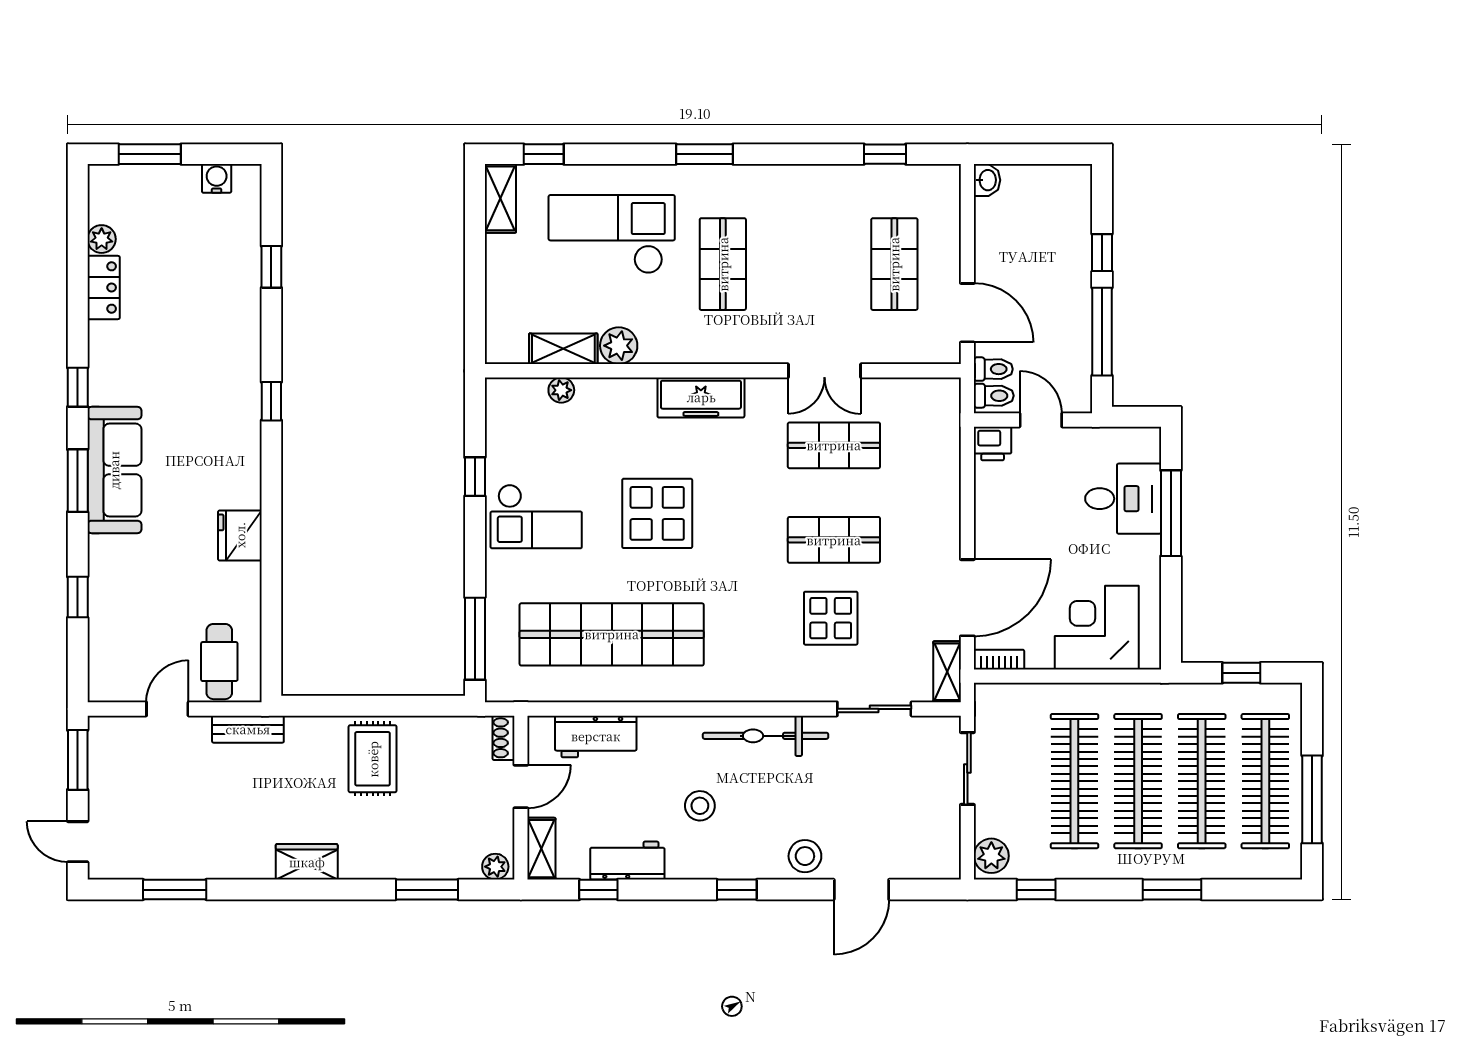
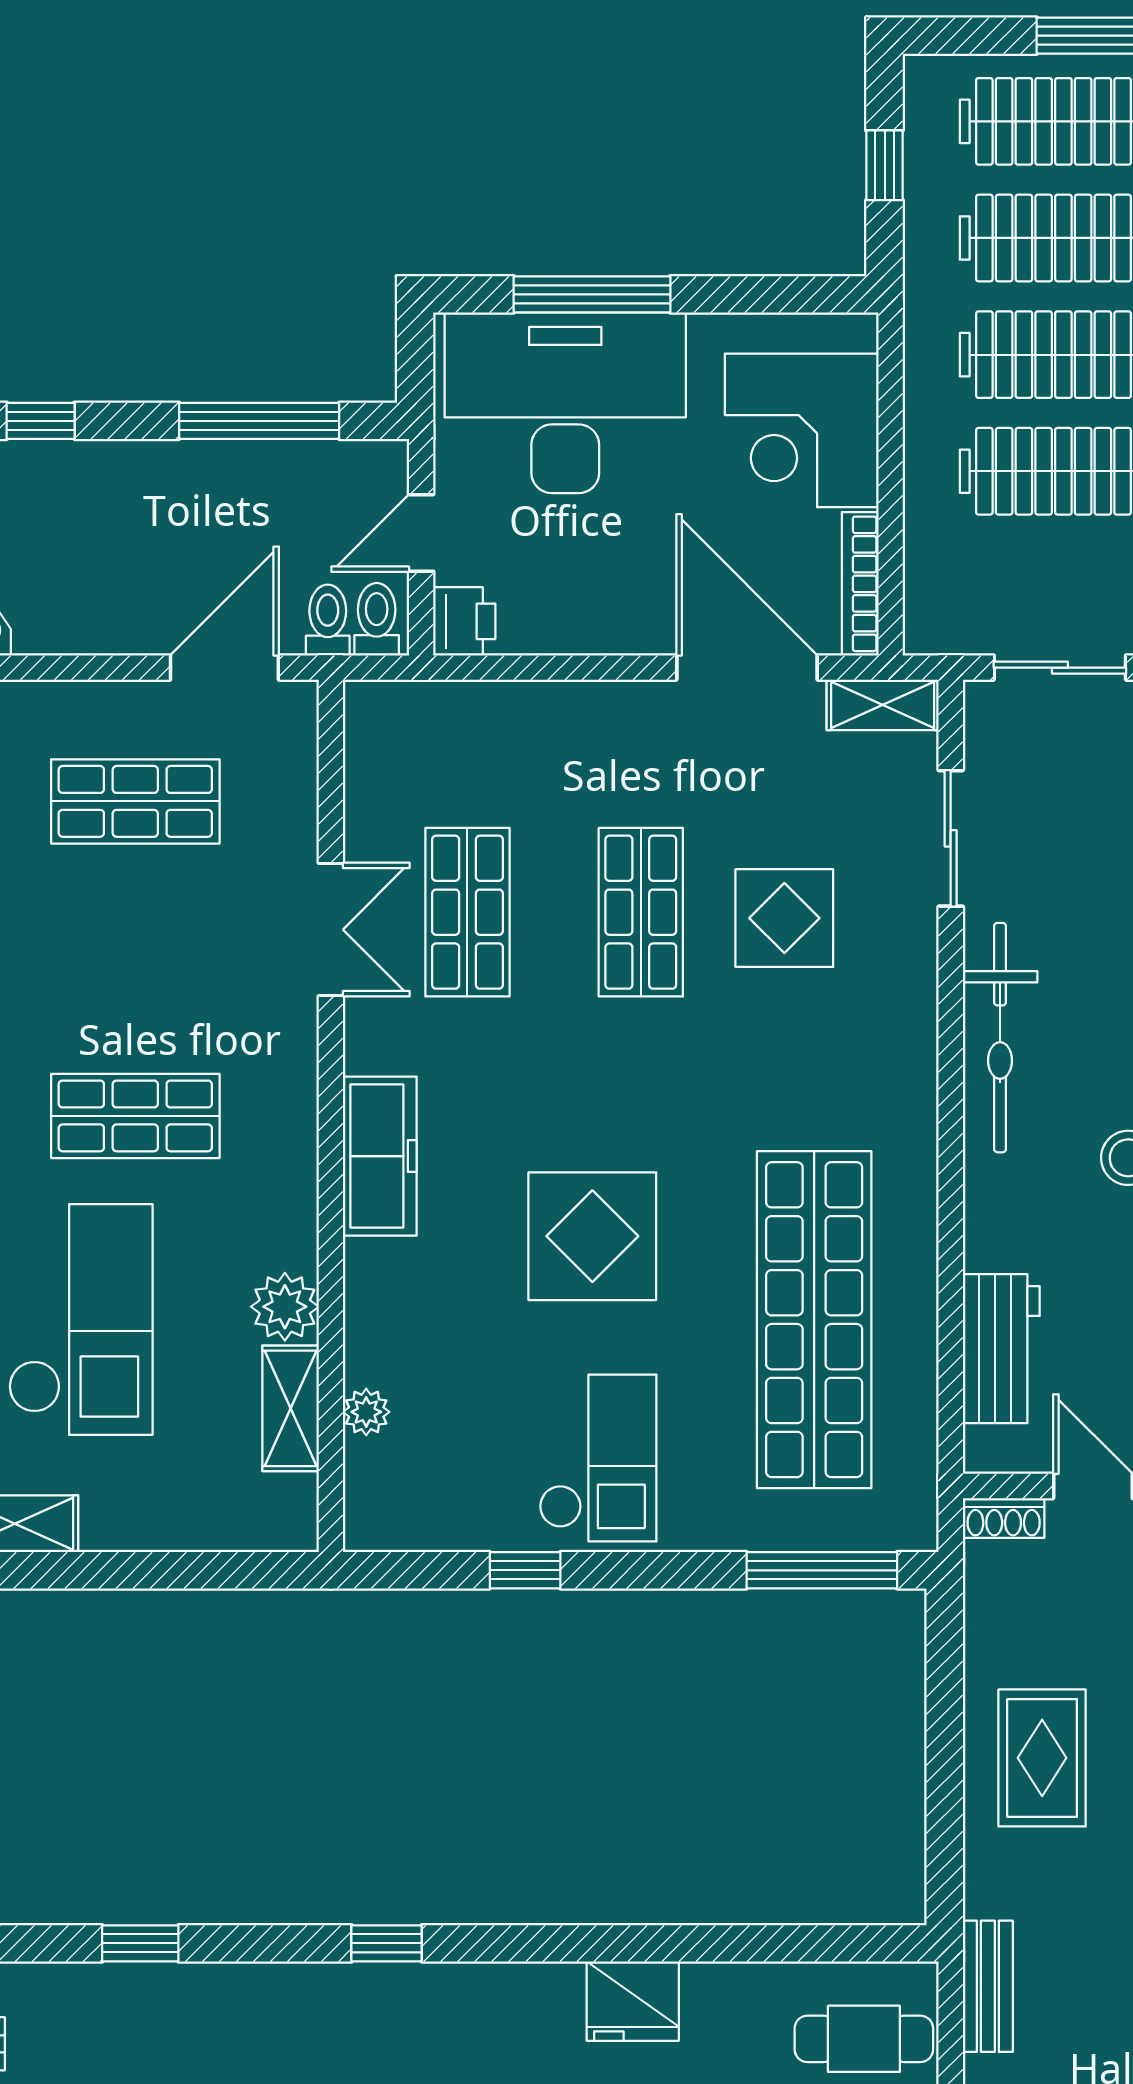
checkout: (612, 234) -> (81, 1320), turned 180
window: (1102, 253) -> (41, 421), moved
desk: (1123, 499) -> (565, 403), width x1.87, depth x1.30
bookcase: (999, 660) -> (860, 584), width x1.56
rug: (373, 759) -> (1042, 1758), turned 90

